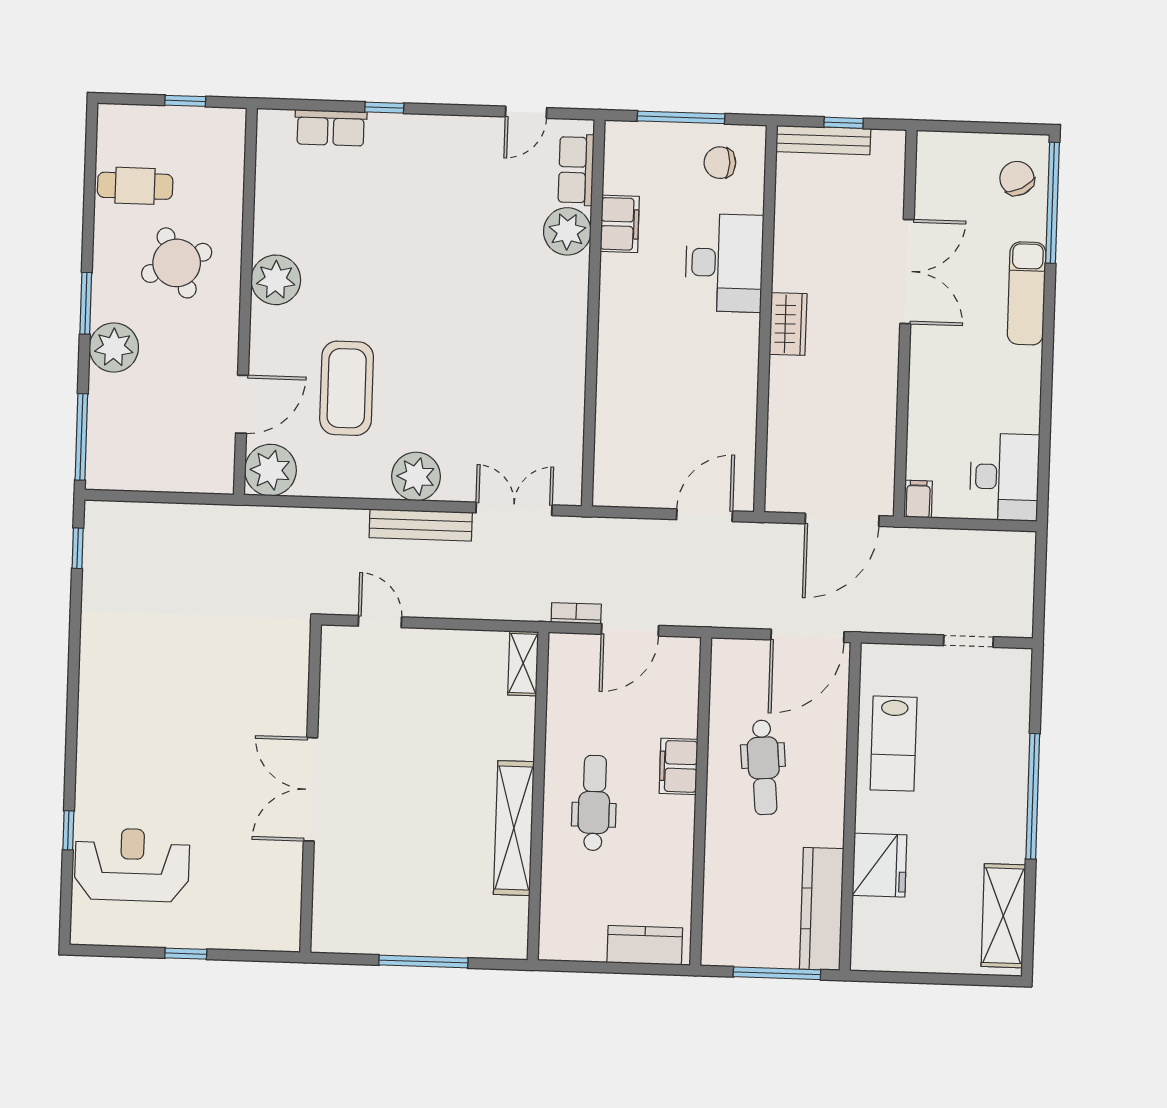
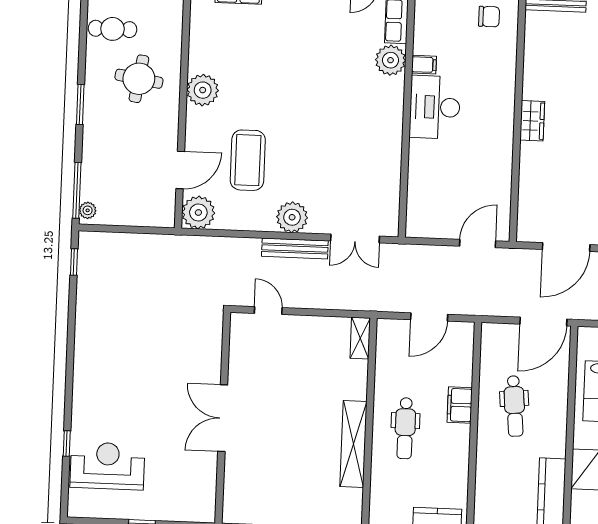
chair: (720, 163) -> (489, 17), turned 180
filing cabinet: (620, 224) -> (424, 65), width x0.50
round table: (177, 263) -> (139, 79), turned 33
desk: (724, 263) -> (435, 107), moved, turned 180
plant: (114, 348) -> (88, 210), moved, width x0.53, depth x0.53
double door: (514, 509) -> (355, 239), swing flipped
bookcase: (576, 613) -> (395, 306), removed
dental chair: (594, 803) -> (405, 428), turned 180

